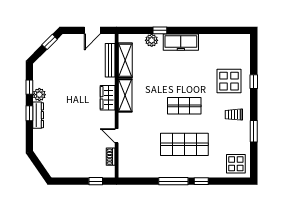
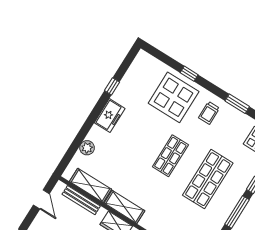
window: (160, 30) -> (112, 86), moved
freezer: (181, 42) -> (110, 116), width x0.71
display table: (229, 81) -> (174, 97), width x1.36, depth x1.36

